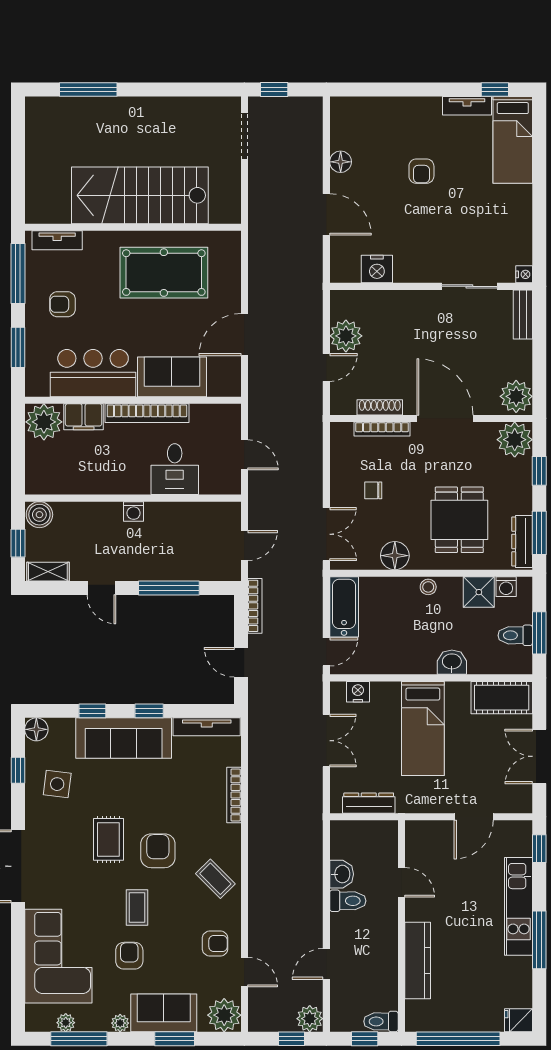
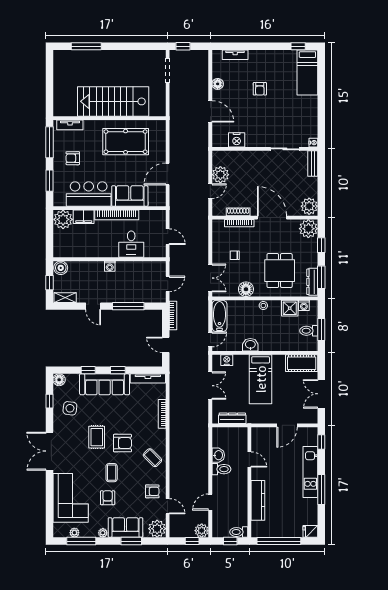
tv unit: (467, 106) -> (235, 55), moved
washbasin: (452, 662) -> (250, 345), moved
armchair: (158, 851) -> (122, 443), turned 90

